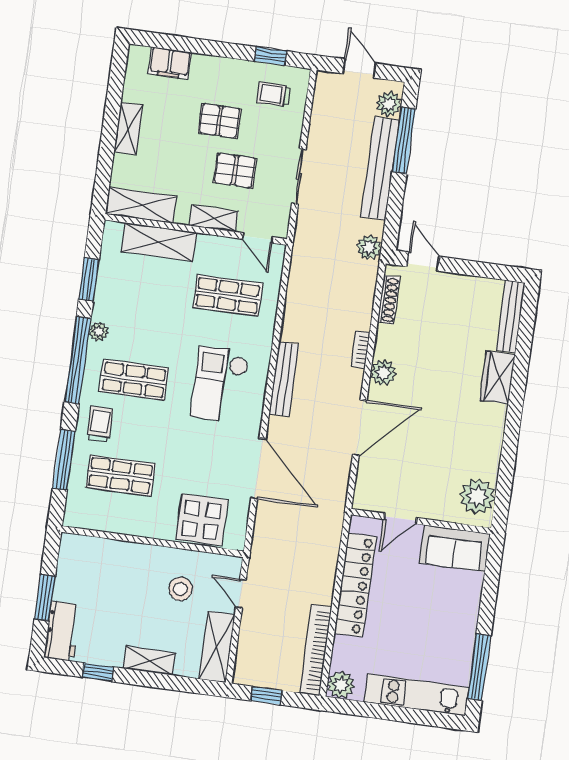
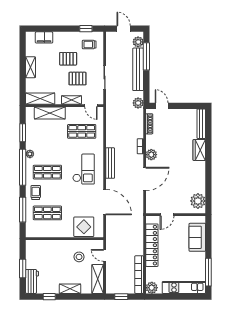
checkout: (220, 385) -> (84, 169), turned 180
sofa: (455, 548) -> (197, 237), moved, turned 90

